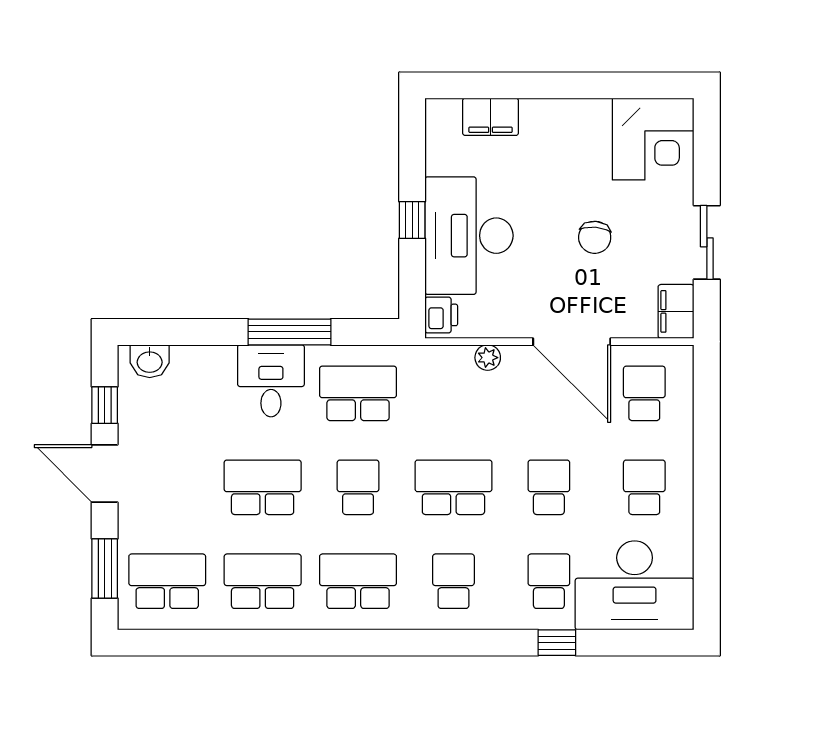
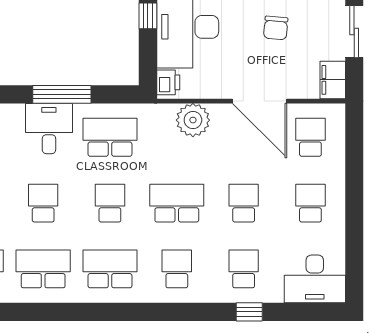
plant: (488, 358) -> (193, 120), width x1.87, depth x1.87
school desk: (263, 487) -> (43, 203), width x0.54
desk: (635, 585) -> (315, 279), width x0.73, depth x0.77

